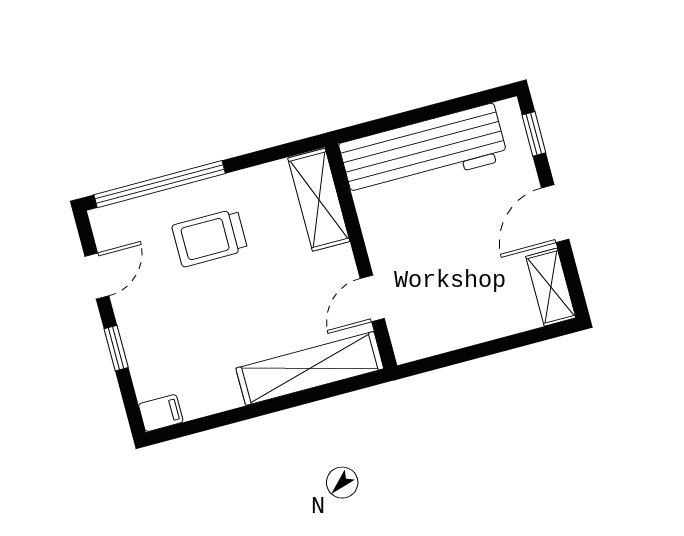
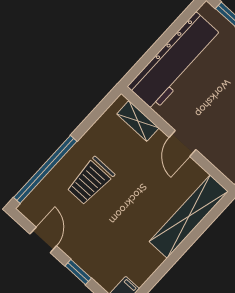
shelving: (319, 200) -> (138, 121), width x0.67, depth x0.75
door: (372, 298) -> (182, 143), moved

